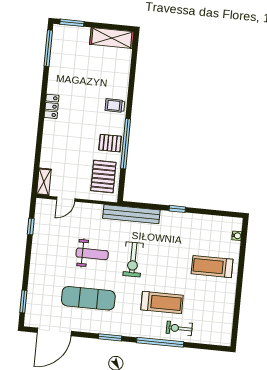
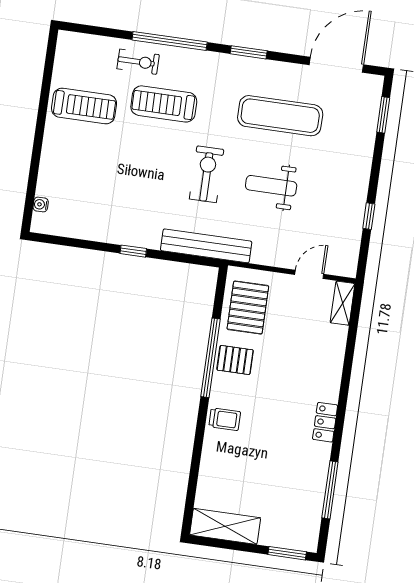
window: (48, 48) -> (330, 490), moved
window: (31, 227) -> (369, 216), moved
treadmill: (212, 267) -> (84, 106), moved

